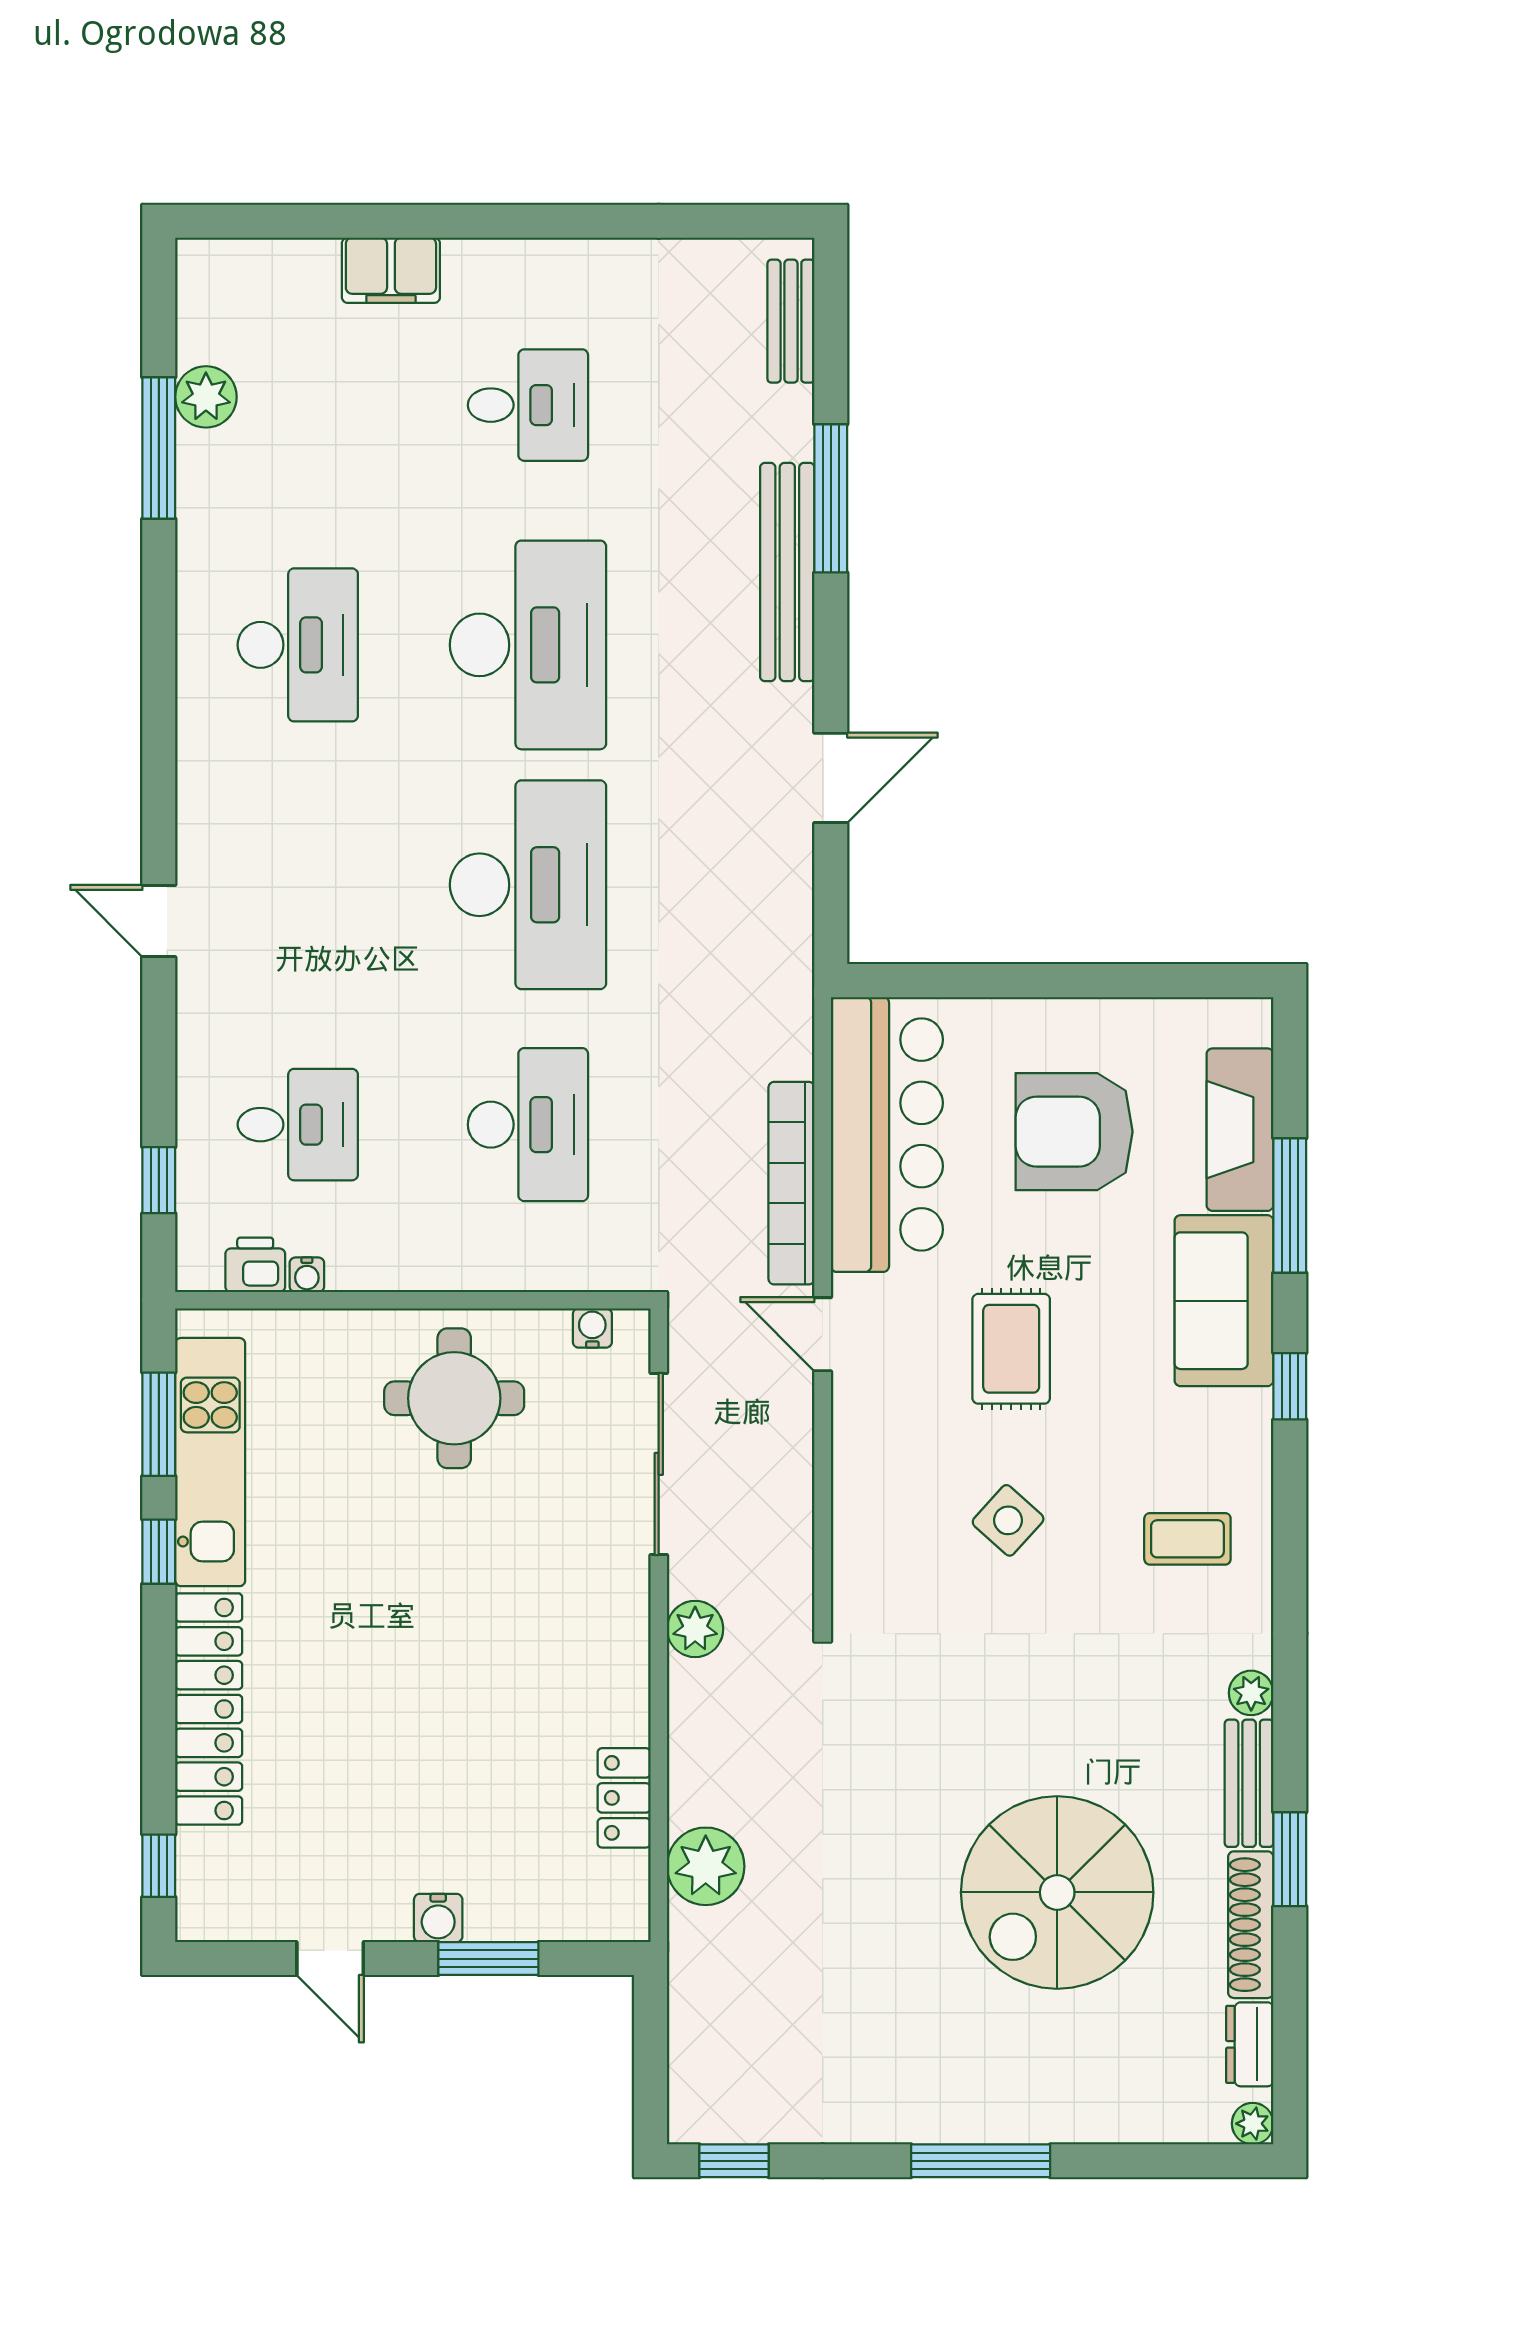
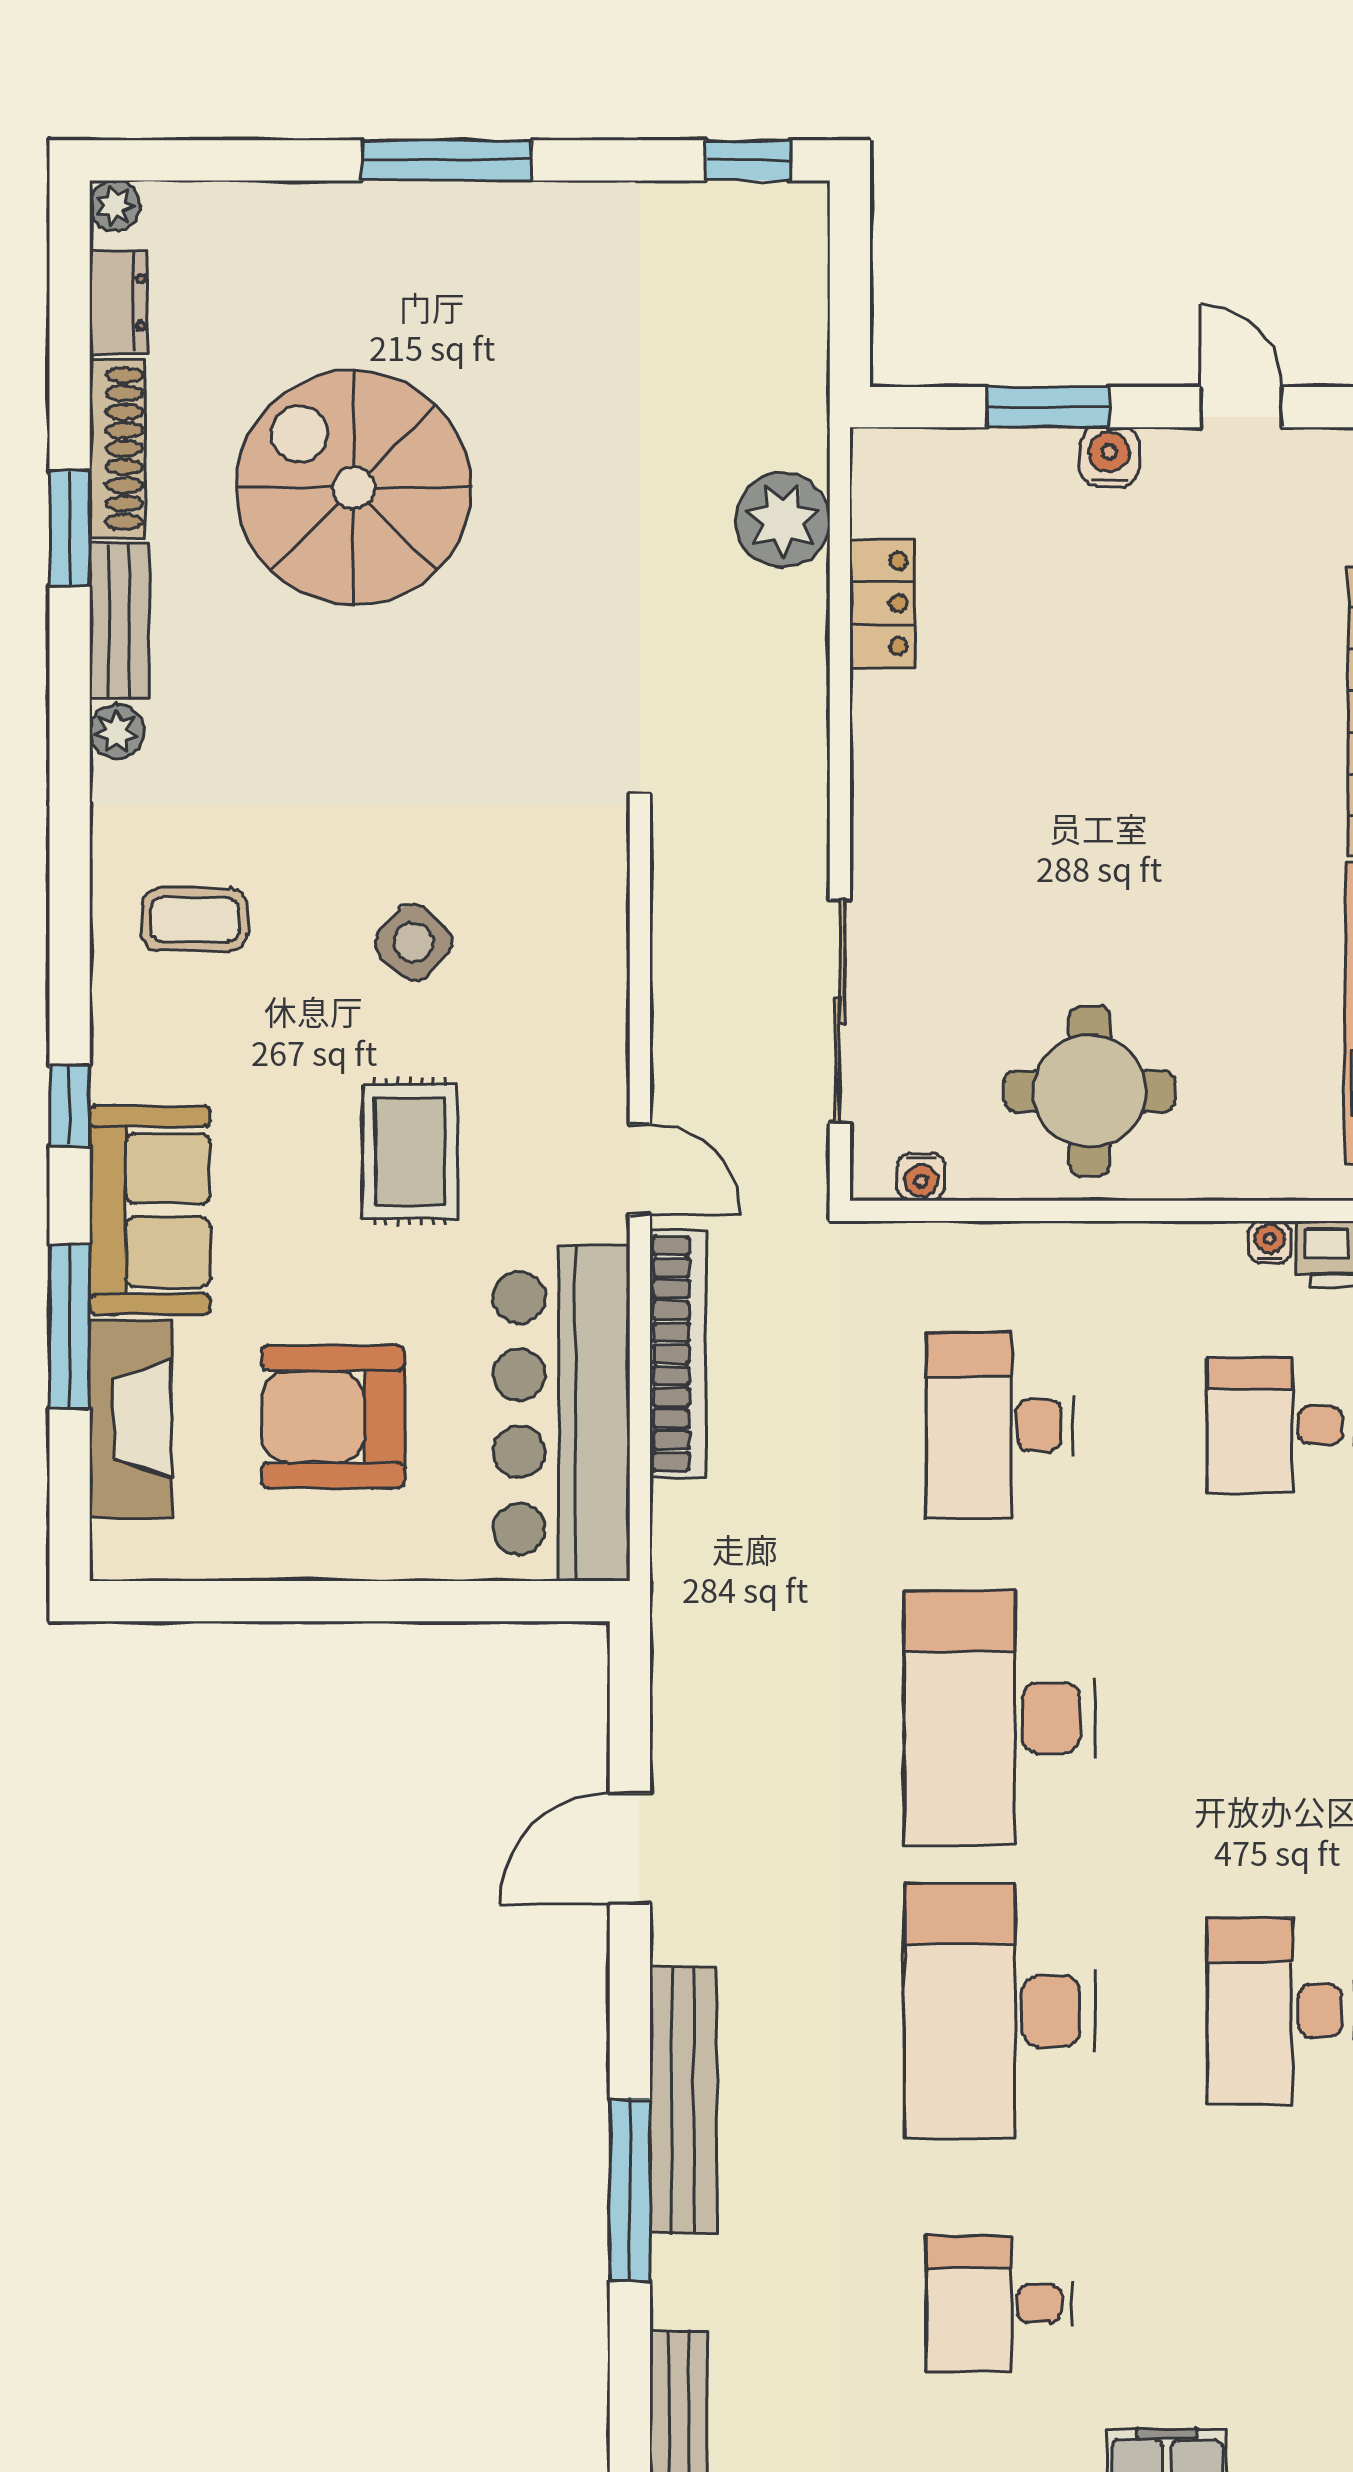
armchair: (1074, 1132) -> (333, 1417), turned 180
plant: (695, 1629) -> (796, 810), removed
spiral stairs: (1057, 1892) -> (354, 488), turned -90

